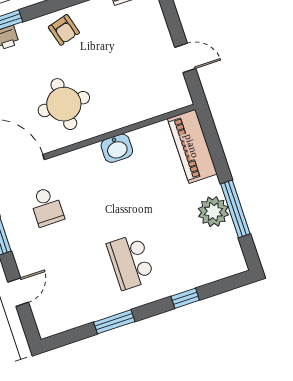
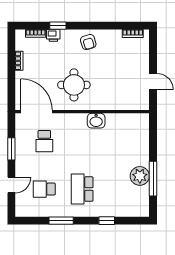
piano: (192, 146) -> (140, 134), removed
school desk: (72, 281) -> (44, 189), added

